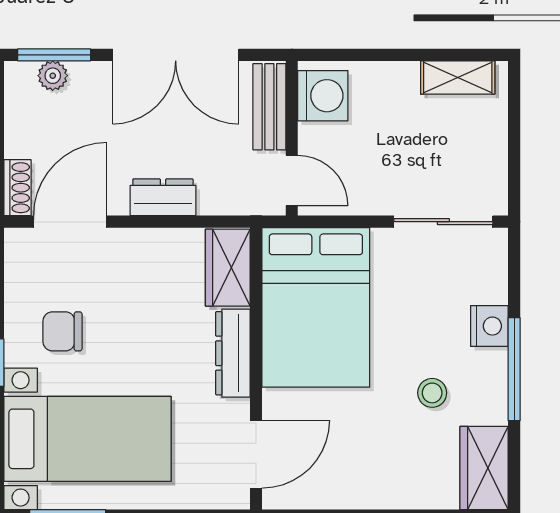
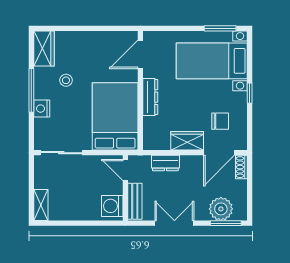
double door: (176, 55) -> (174, 223), width x0.73
plant: (53, 76) -> (221, 209), width x1.88, depth x1.88
shelving: (458, 78) -> (41, 205), moved, turned 90
dresser: (163, 197) -> (165, 163), moved
wardrobe: (228, 268) -> (187, 141), moved, turned -90
chair: (62, 331) -> (220, 121), moved

